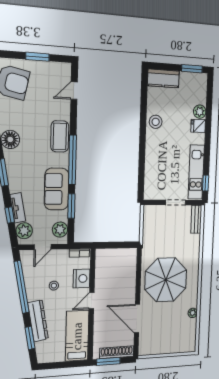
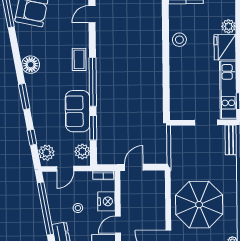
fridge: (198, 126) -> (225, 47), width x1.88, depth x1.34
coffee table: (60, 136) -> (79, 59), width x0.73, depth x0.77
tv unit: (18, 208) -> (40, 130), removed
door: (109, 245) -> (134, 167), added

